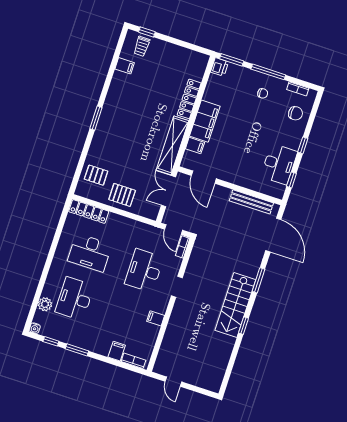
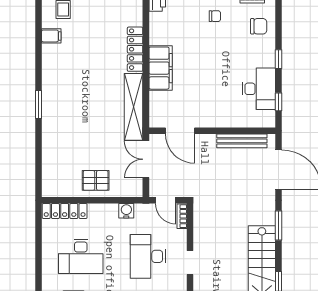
filing cabinet: (195, 146) -> (159, 99), removed
pallet: (96, 175) -> (59, 168), removed
water cooler: (139, 228) -> (126, 211), added

